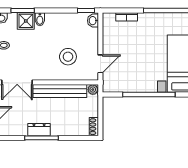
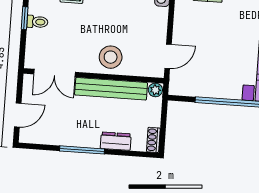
stool: (68, 57) -> (111, 57), moved
dresser: (39, 130) -> (116, 141), moved

